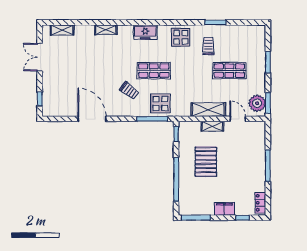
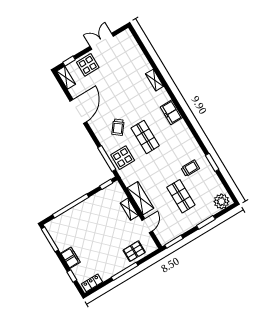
shelving: (62, 30) -> (66, 78), moved
display table: (181, 37) -> (88, 65), moved
plant: (257, 103) -> (221, 201), moved
pallet: (206, 162) -> (134, 251), moved, width x0.67, depth x0.71

